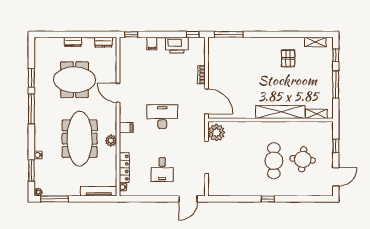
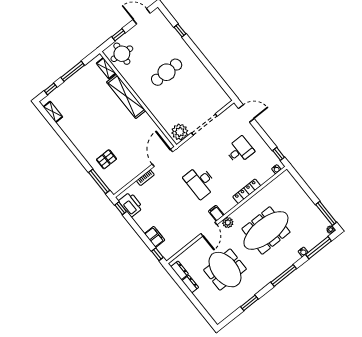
dresser: (73, 42) -> (190, 284), moved
filing cabinet: (152, 43) -> (155, 237), width x2.00
printer: (177, 45) -> (131, 204), moved
pallet: (288, 58) -> (106, 159), moved
window: (31, 109) -> (284, 275), moved
filing cabinet: (126, 127) -> (216, 213), moved
plant: (111, 141) -> (228, 223), moved
round table: (303, 159) -> (122, 54), moved
locker: (124, 168) -> (247, 191), moved
window: (31, 170) -> (318, 248), width x1.44
tv unit: (99, 191) -> (294, 185), removed
window: (134, 199) -> (279, 154), added
window: (268, 199) -> (180, 30), moved

